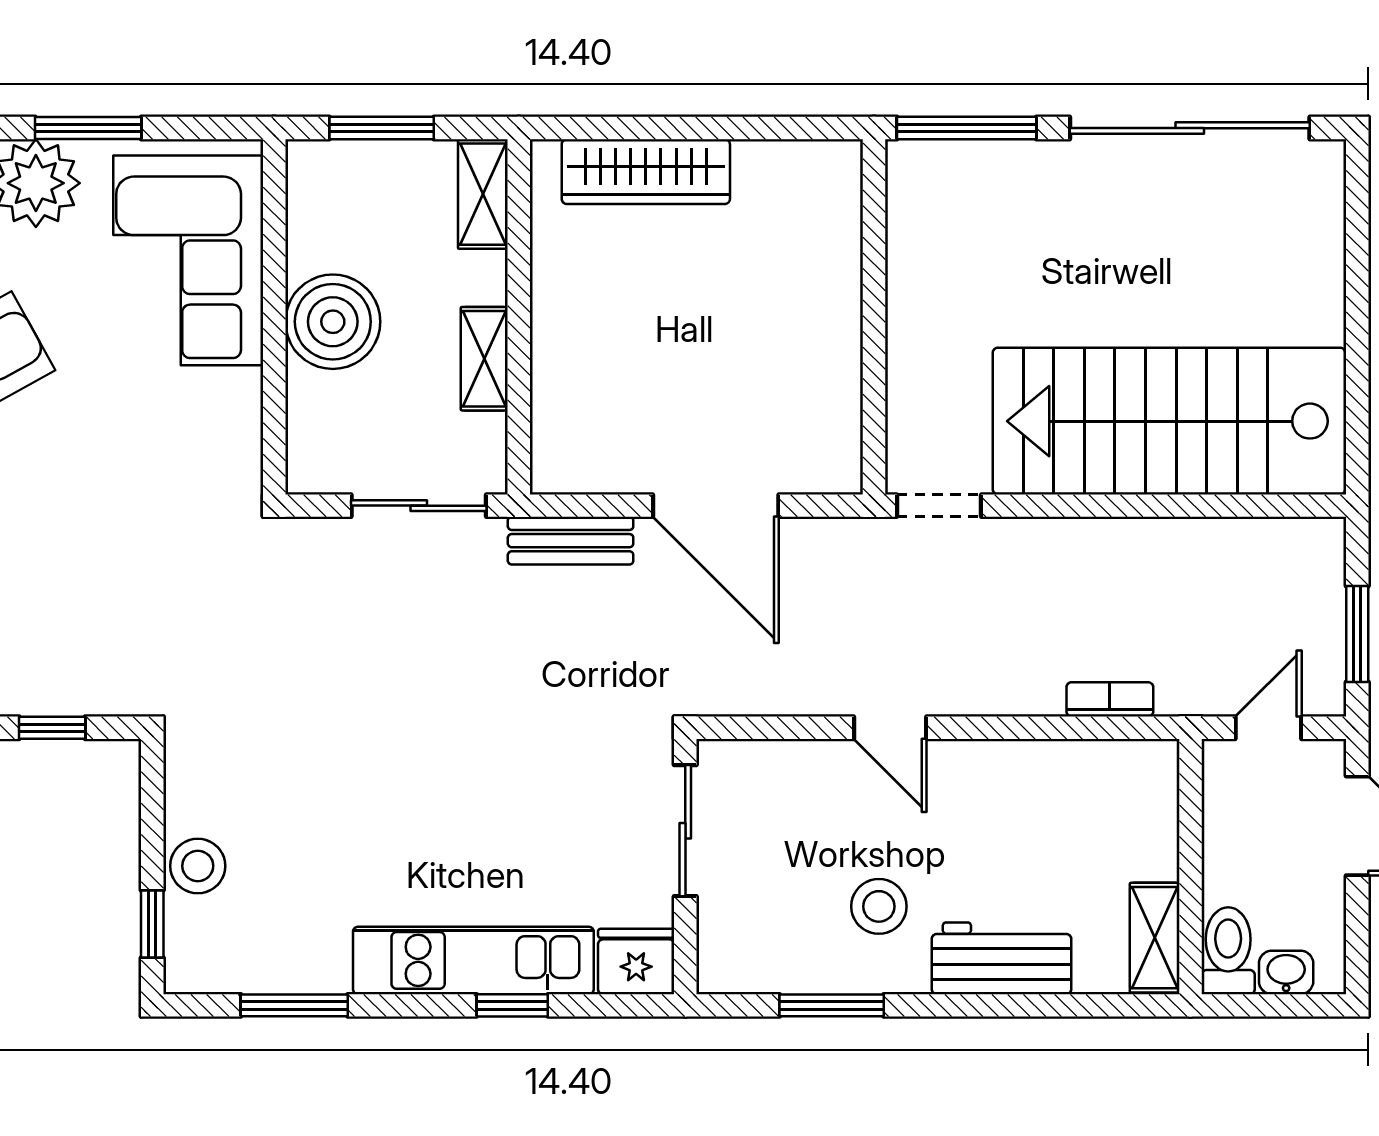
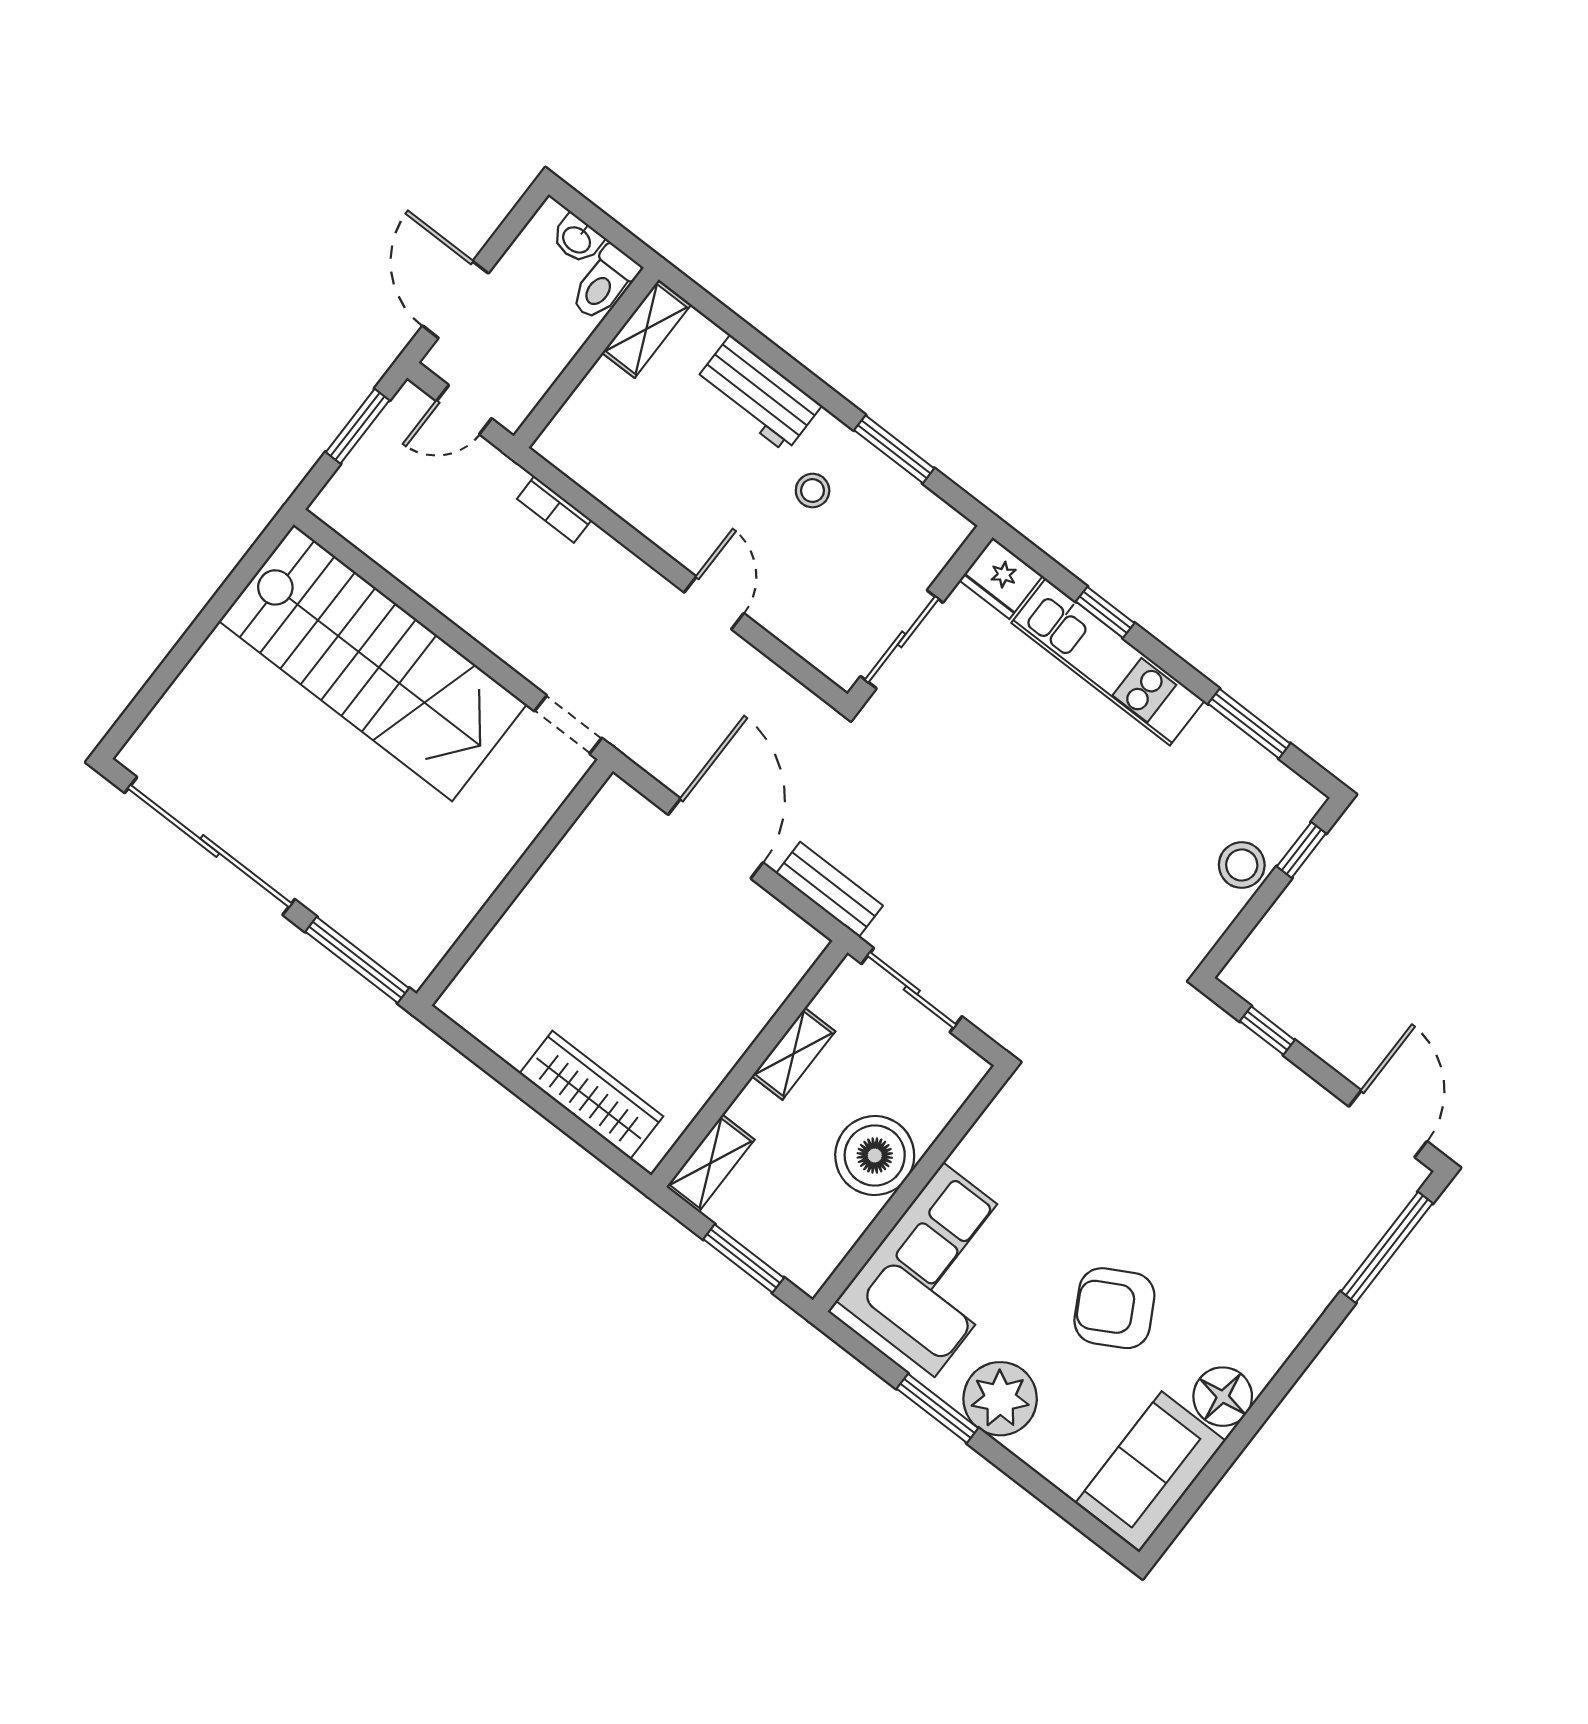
stool: (879, 906) -> (813, 491), width x0.73, depth x0.73

